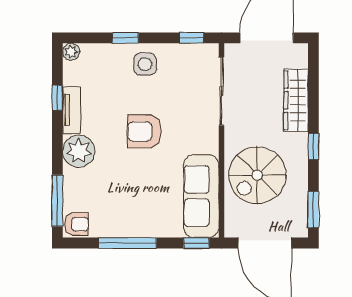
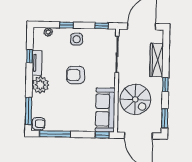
plant: (71, 52) -> (48, 32), moved
spiral stairs: (257, 175) -> (135, 99), turned -90
window: (127, 243) -> (55, 134), moved

